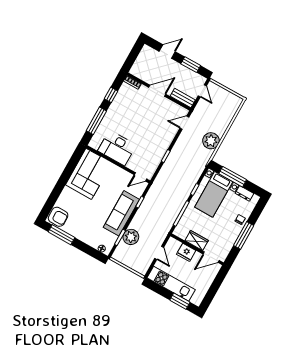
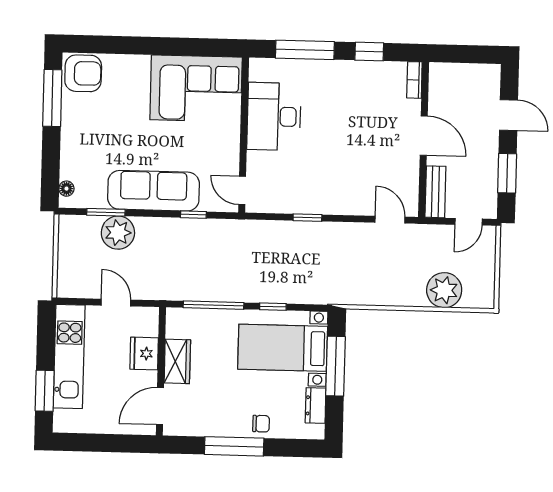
plant: (211, 141) -> (444, 290), moved
armchair: (58, 217) -> (83, 73), turned -90
door: (159, 253) -> (116, 303), swing flipped
door: (211, 257) -> (160, 406), hinge flipped

